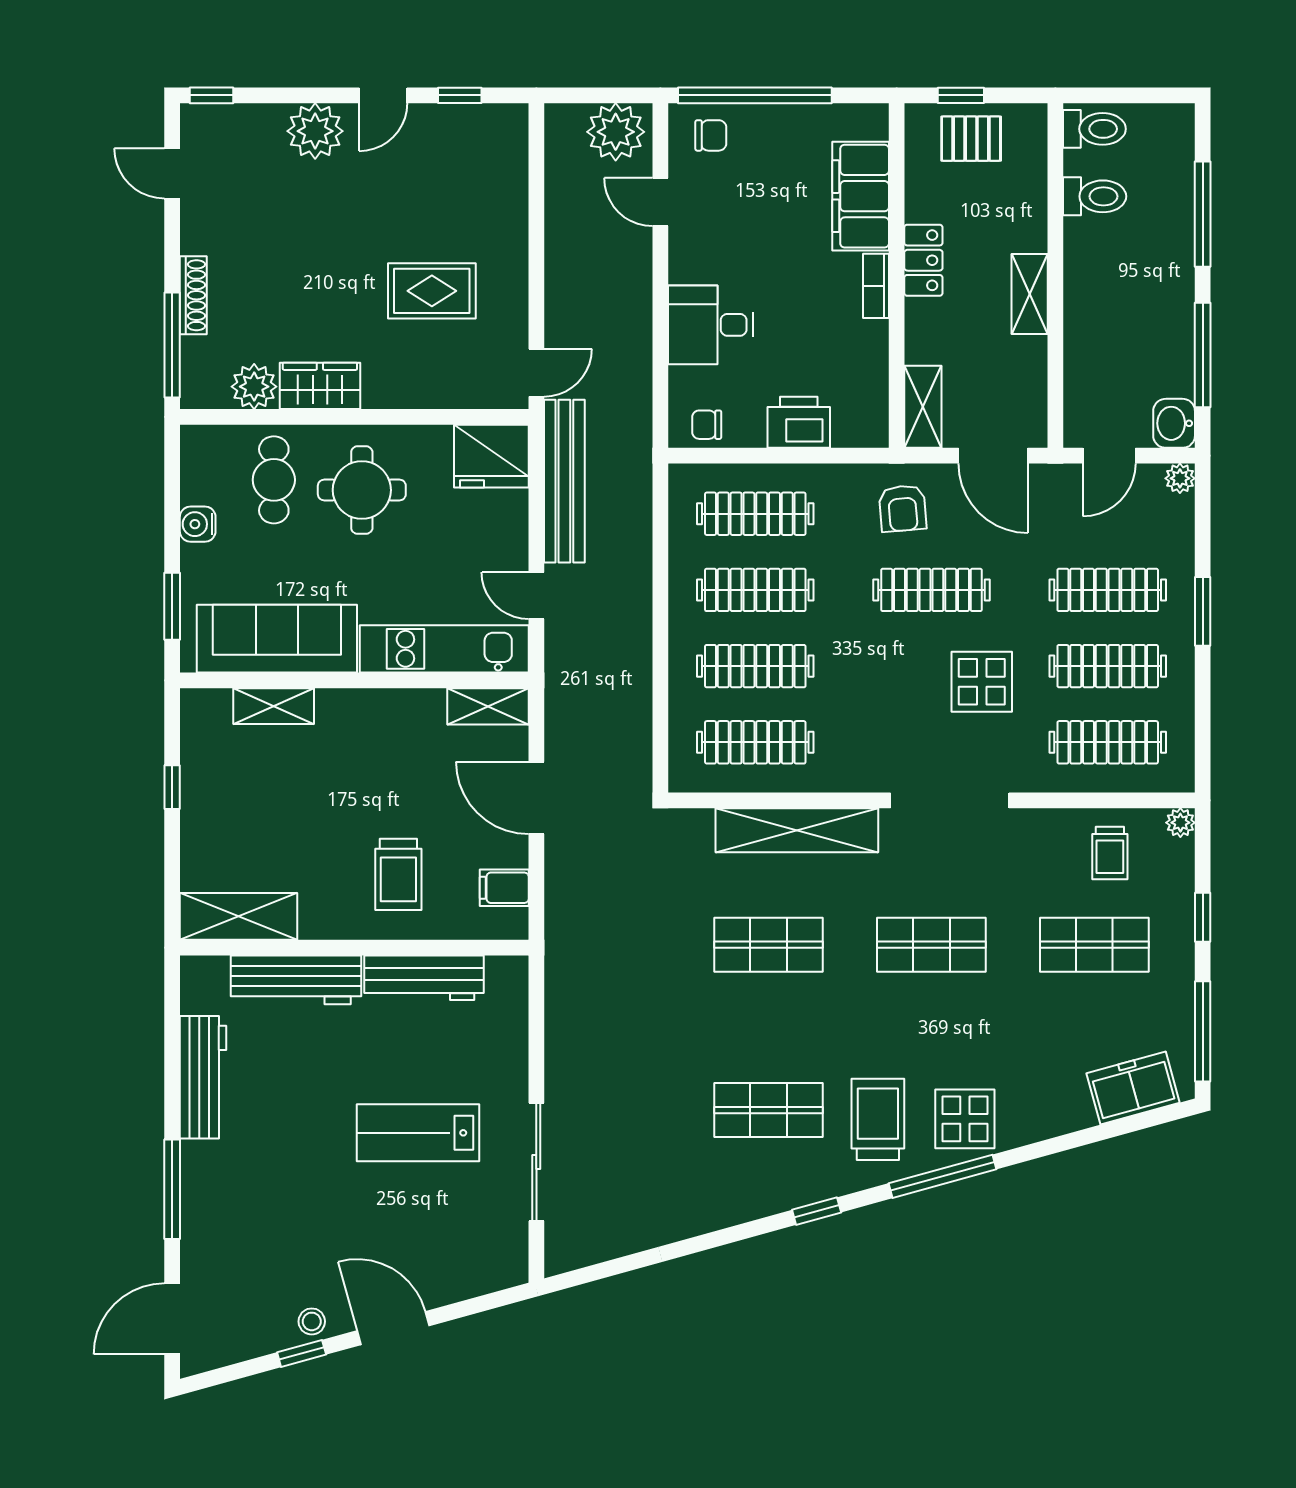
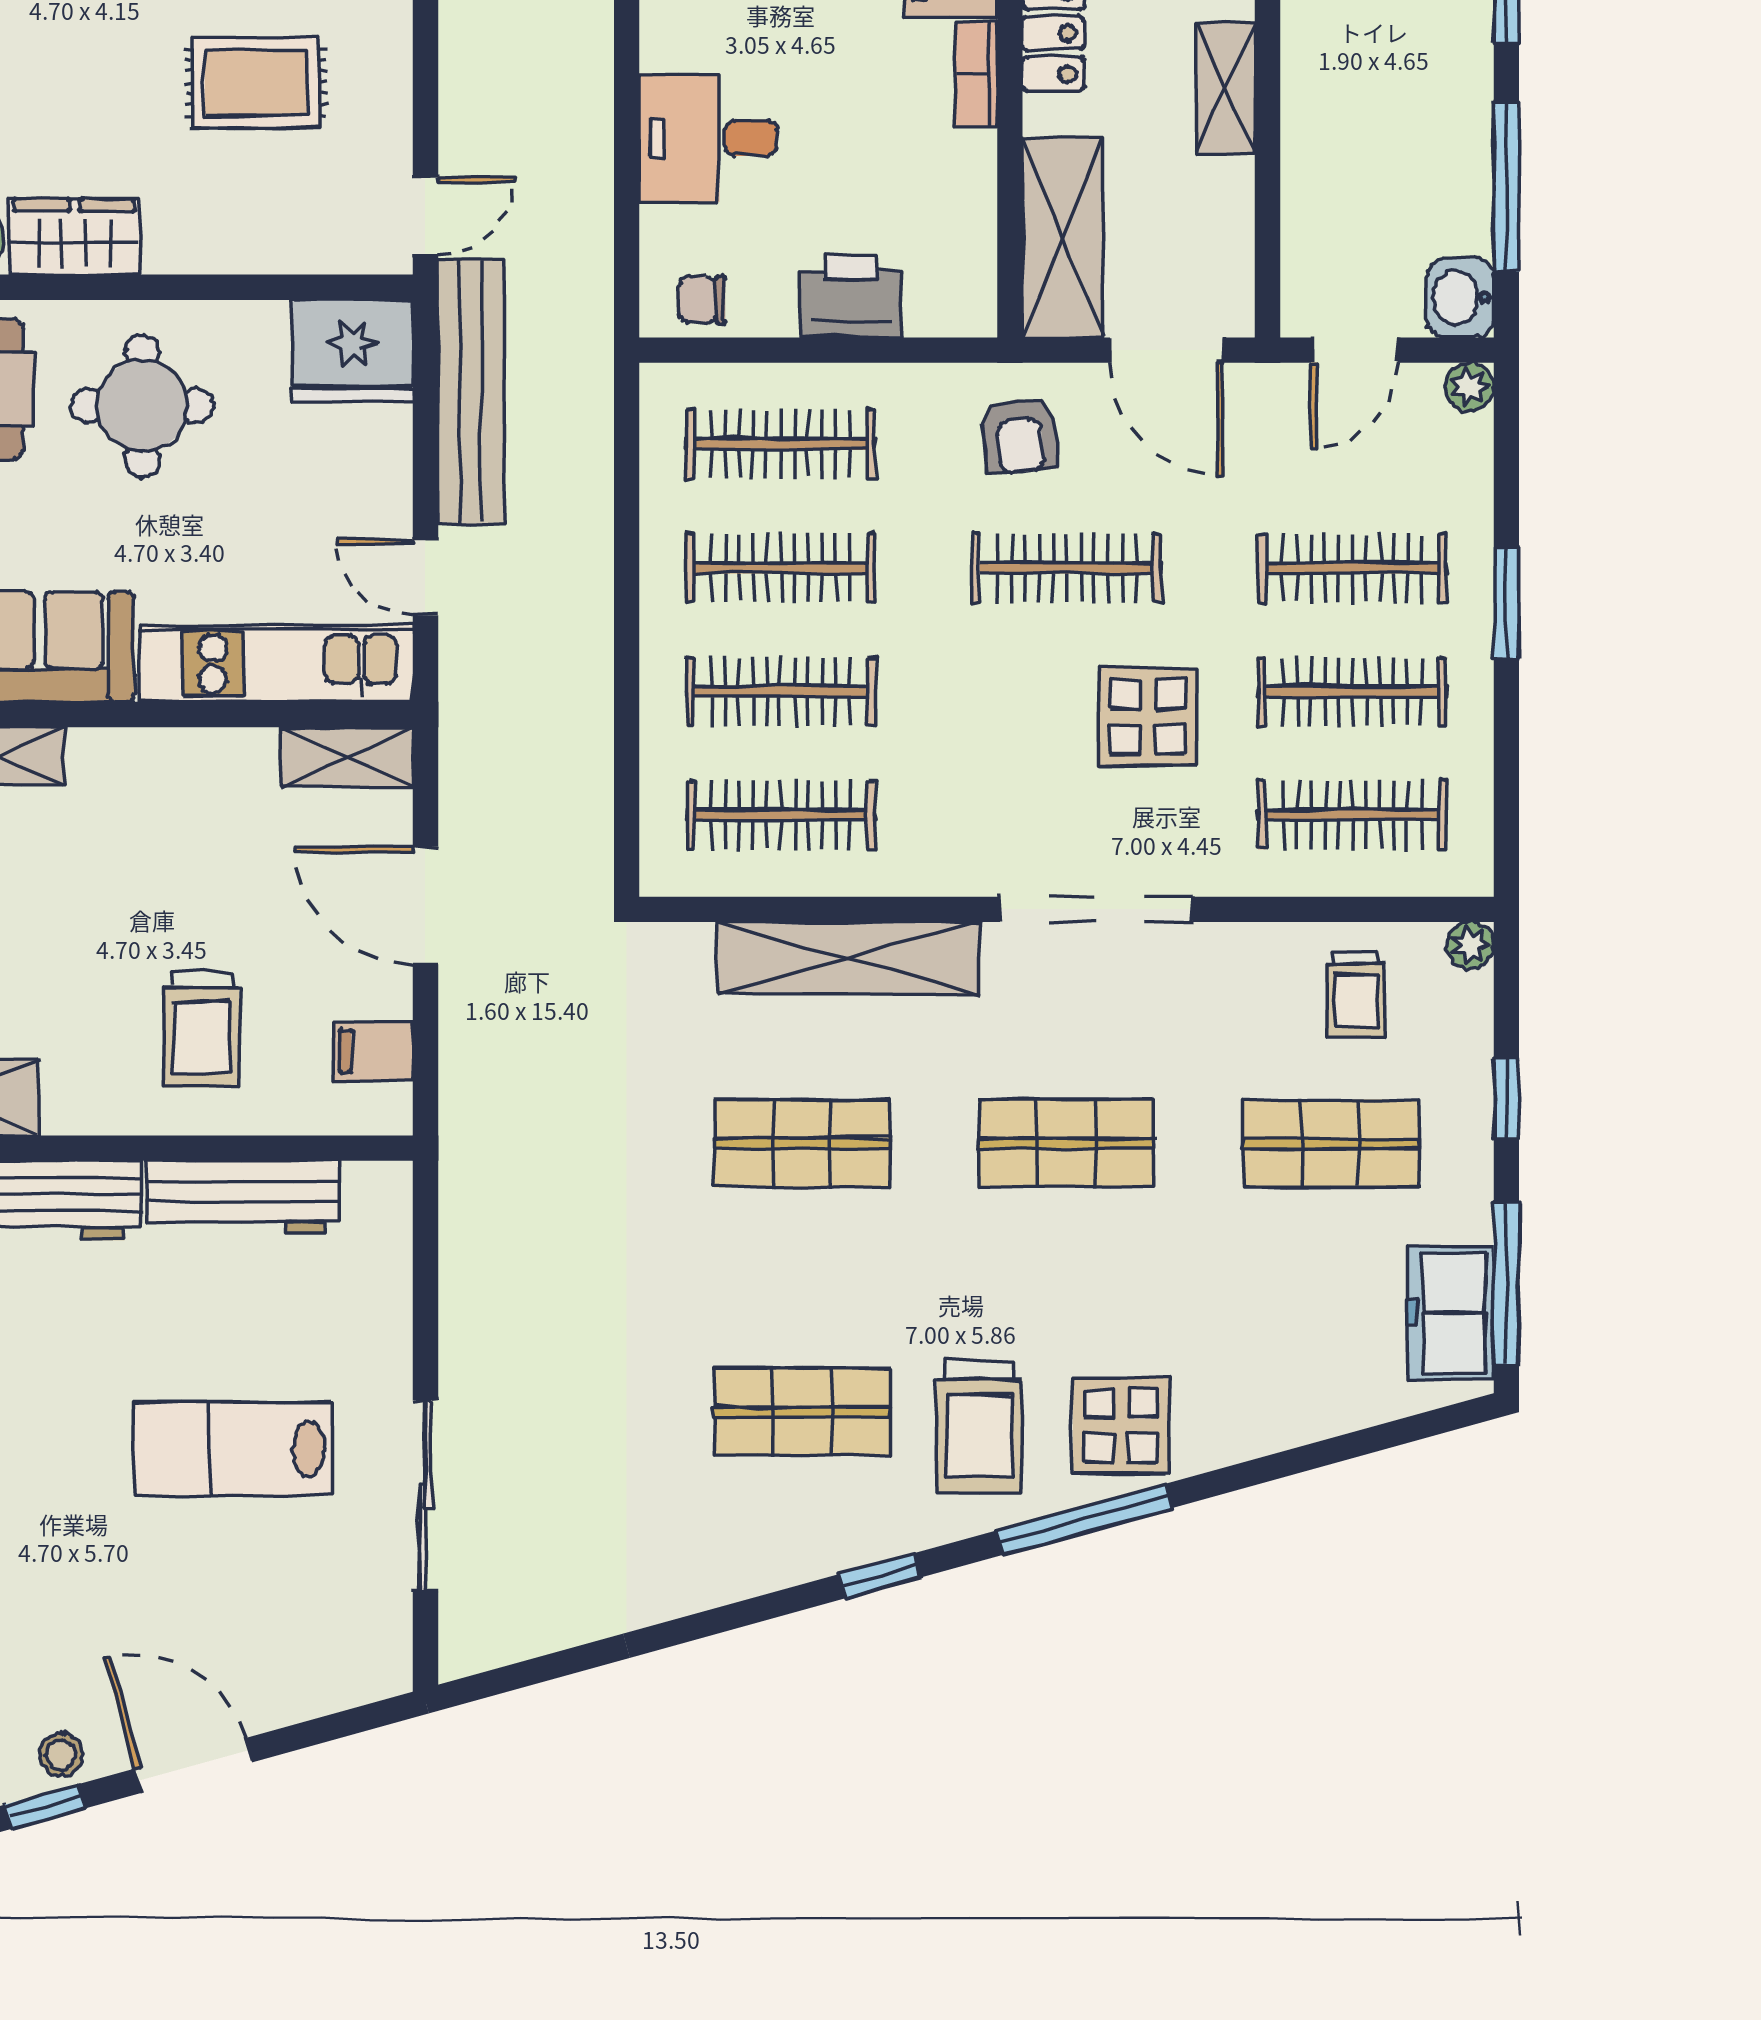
shelving: (923, 407) -> (1062, 238), width x1.50, depth x1.33
freezer: (1133, 1088) -> (1451, 1313), moved, turned -75
trolley: (878, 1119) -> (979, 1427), turned 180

